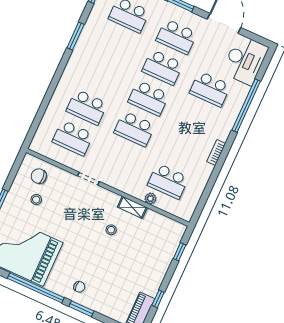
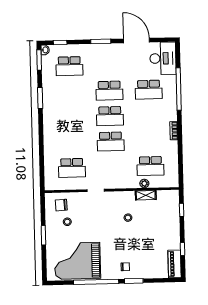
school desk: (176, 37) -> (109, 65), removed
school desk: (87, 107) -> (71, 142), removed
shelving: (132, 207) -> (146, 195), moved

